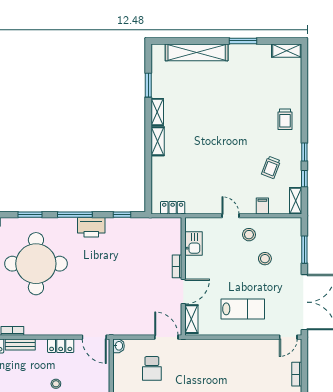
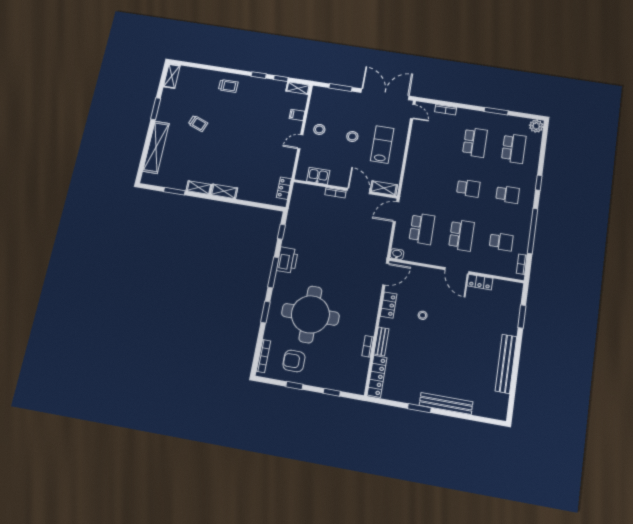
trolley: (271, 167) -> (198, 123), moved
stool: (265, 259) -> (352, 136), moved
school desk: (152, 368) -> (422, 229), width x1.85

